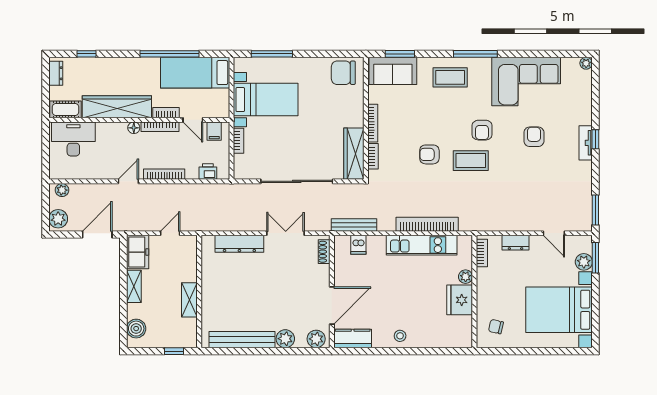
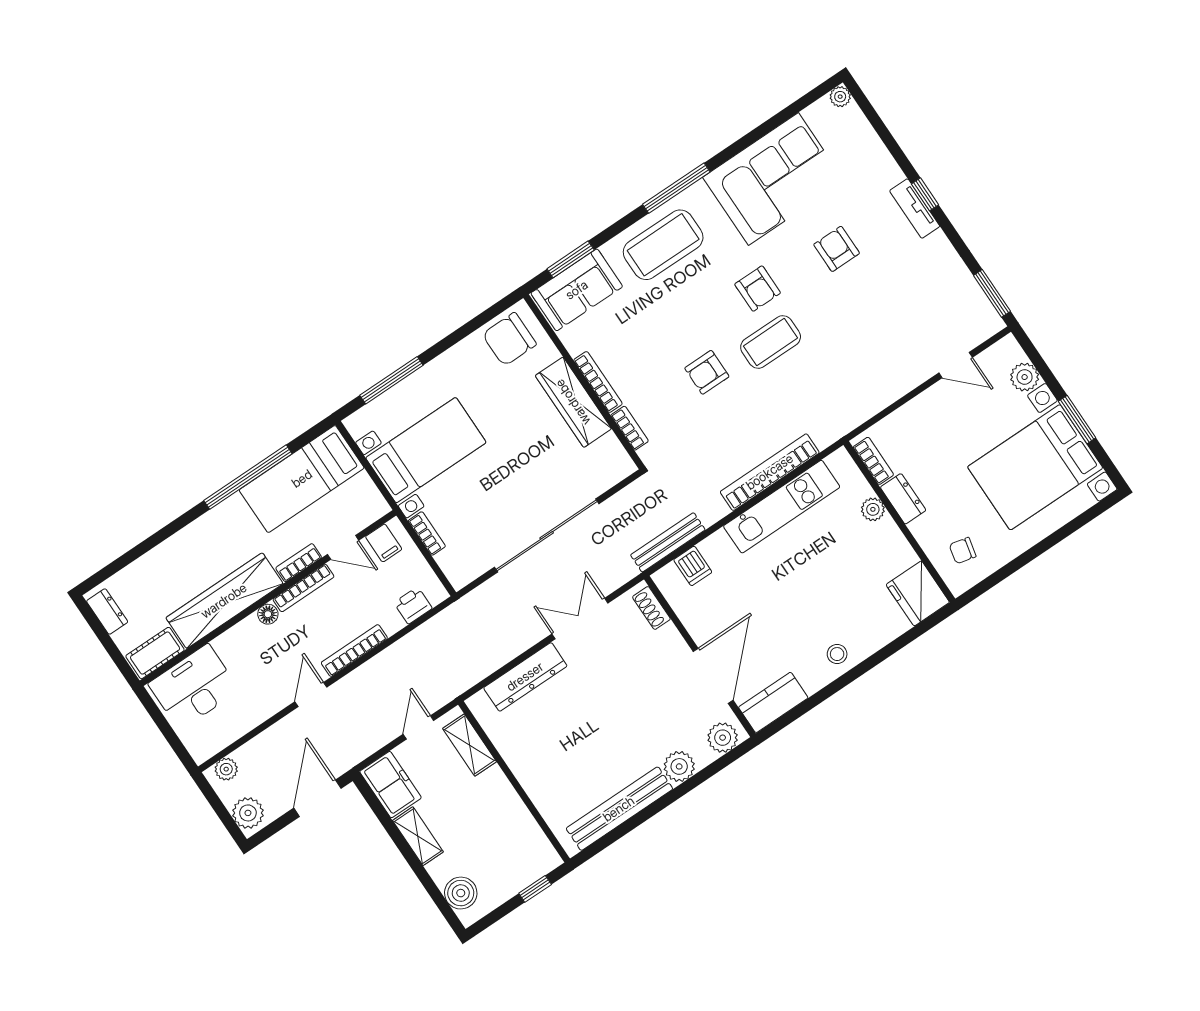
window: (87, 54) -> (132, 555), removed
coffee table: (450, 77) -> (663, 245), width x1.36, depth x1.32
wardrobe: (354, 154) -> (573, 402), moved
dresser: (515, 243) -> (903, 499), moved, turned -90
window: (595, 258) -> (1077, 420), moved
shelving: (189, 300) -> (470, 745), moved
fridge: (460, 300) -> (918, 593), moved

